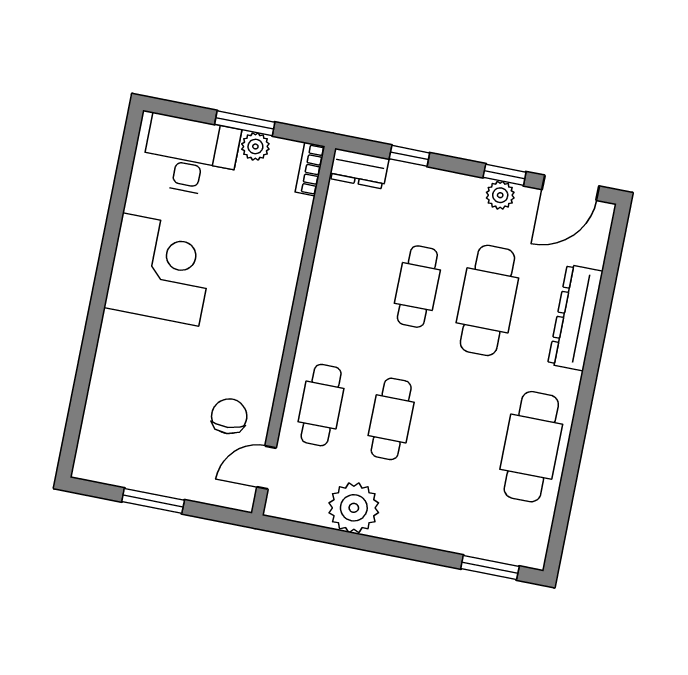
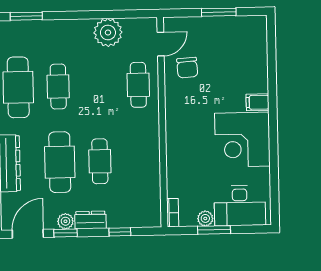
dresser: (359, 169) -> (90, 220), moved
filing cabinet: (120, 329) -> (258, 102), added
cafe table: (391, 419) -> (58, 87), moved

